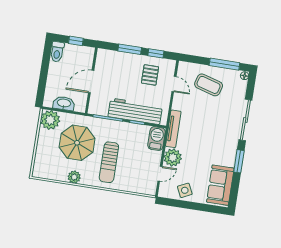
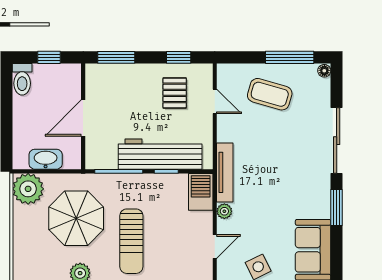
window: (130, 49) -> (116, 57), moved
plant: (173, 158) -> (224, 211), width x0.53, depth x0.53

